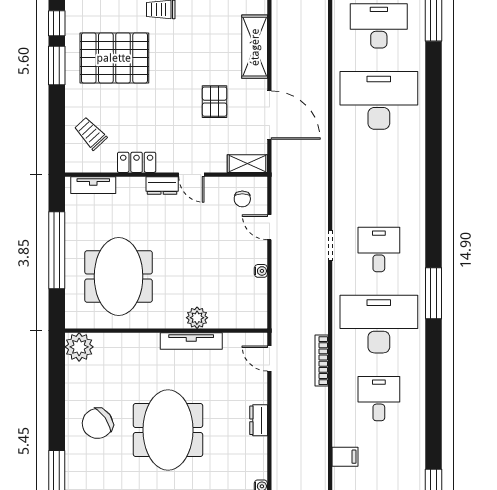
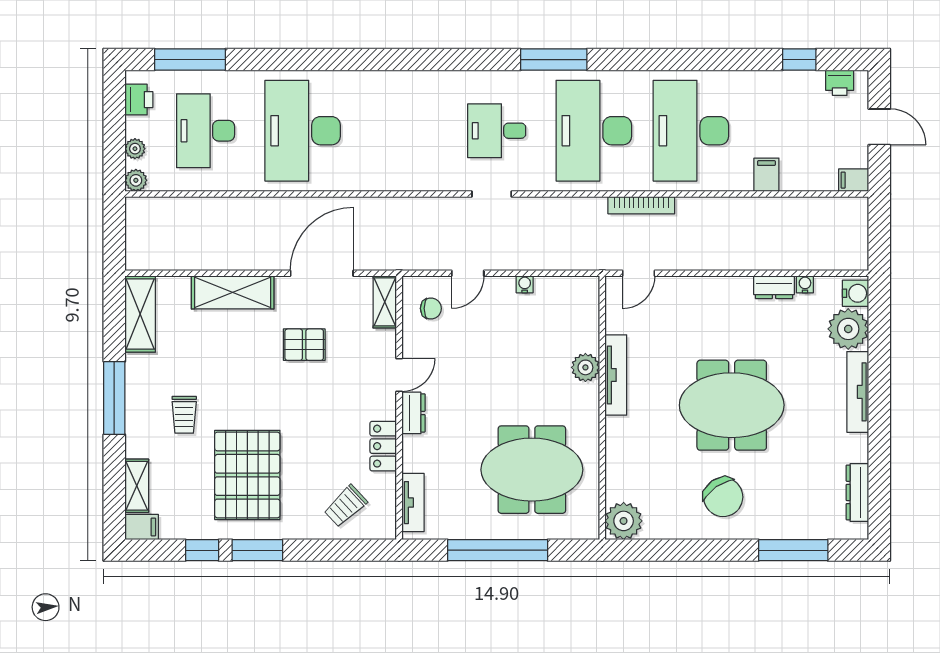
desk: (379, 399) -> (691, 131), width x1.87, depth x1.30
dresser: (259, 420) -> (774, 287), moved

